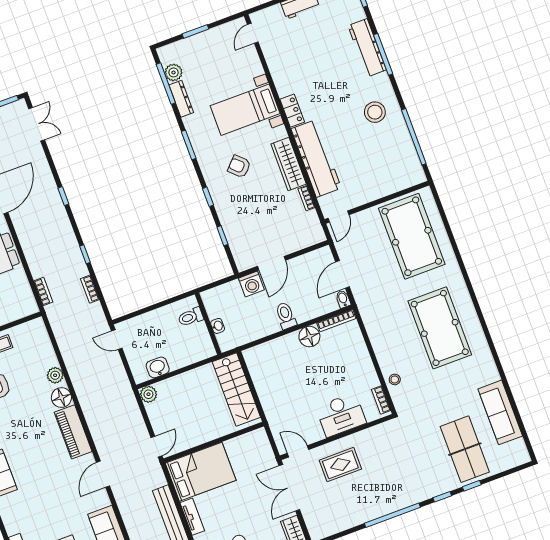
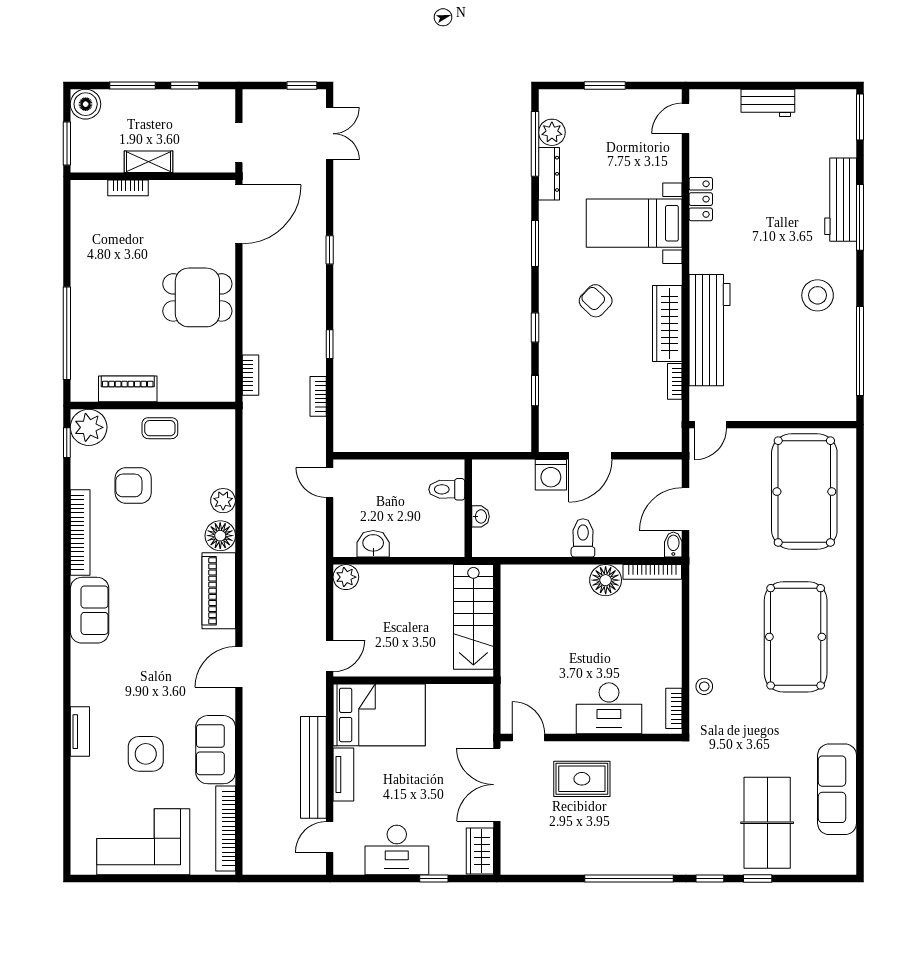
locker: (292, 111) -> (701, 199), moved

